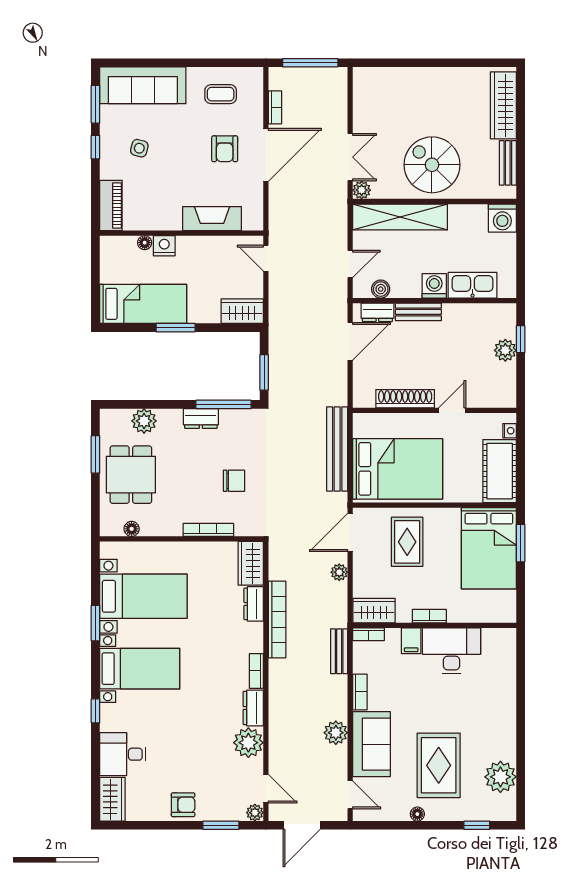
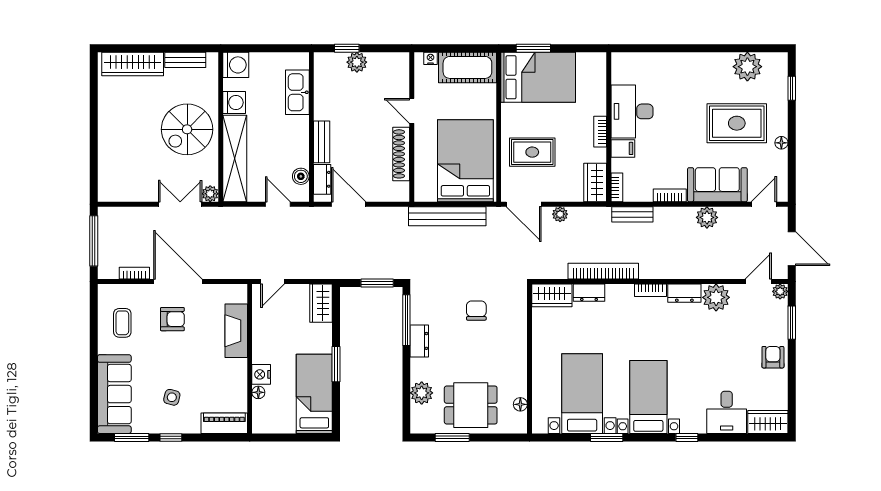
washing machine: (434, 286) -> (234, 102), moved, turned 180
bookcase: (208, 530) -> (521, 334), removed

